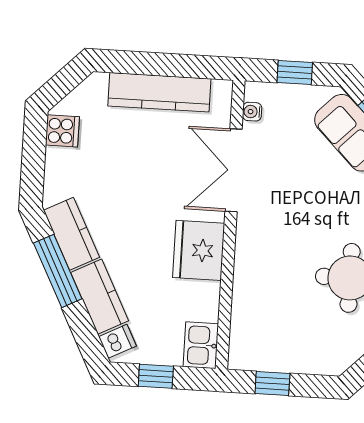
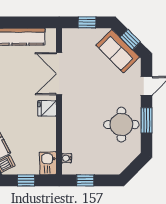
water cooler: (252, 112) -> (67, 158), moved
fridge: (199, 250) -> (47, 108), width x0.53, depth x0.75

